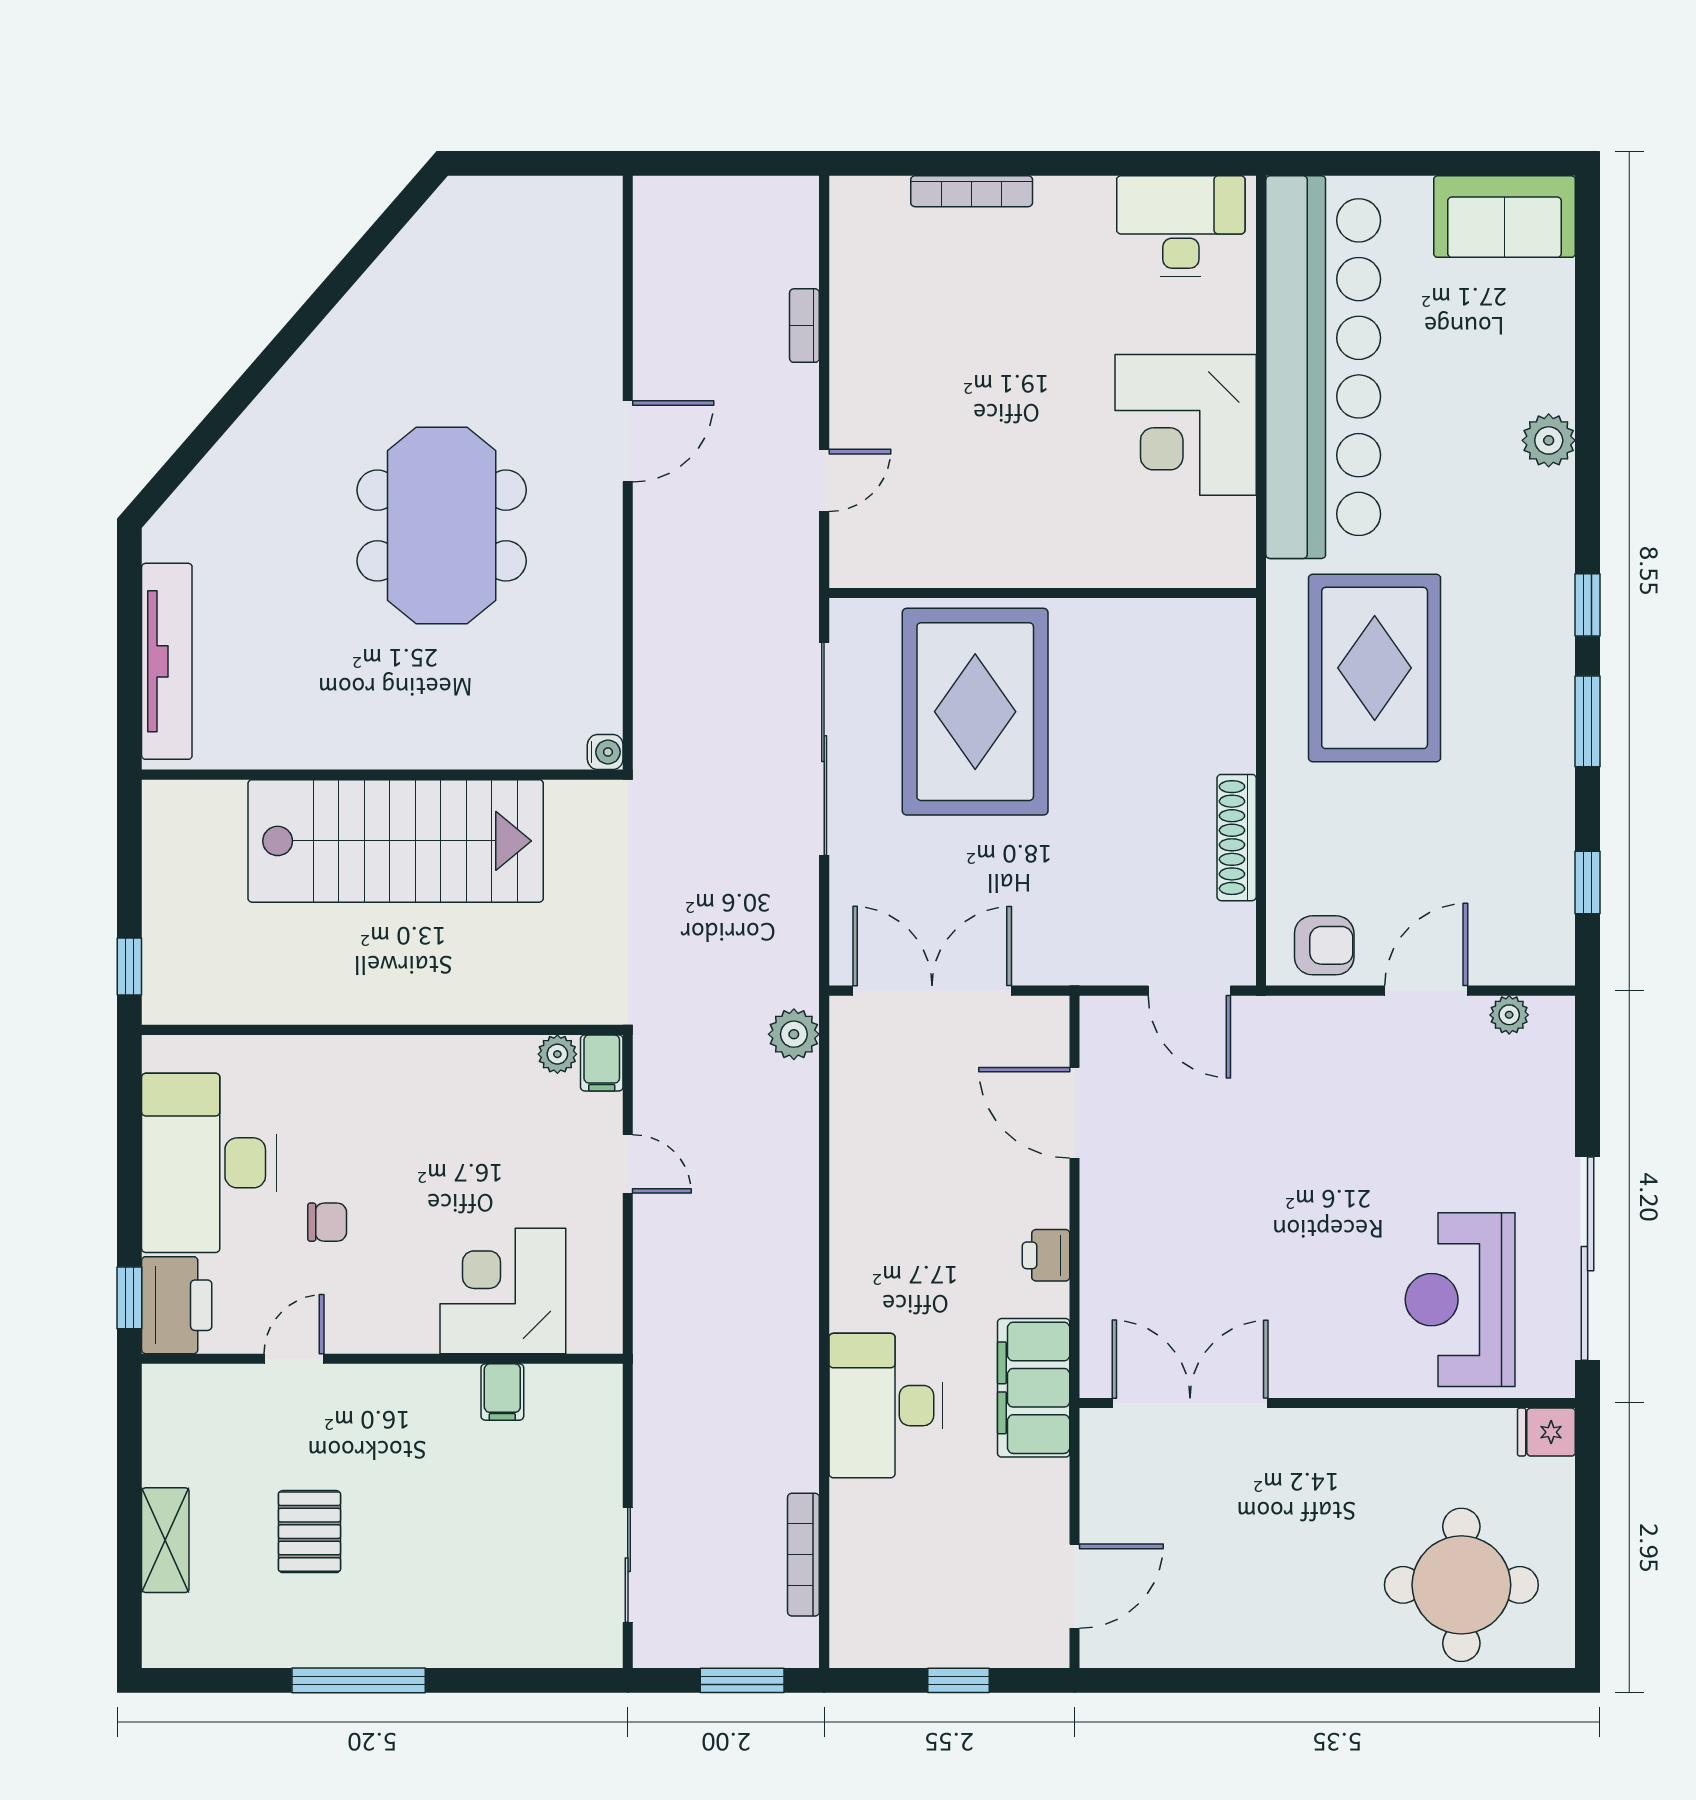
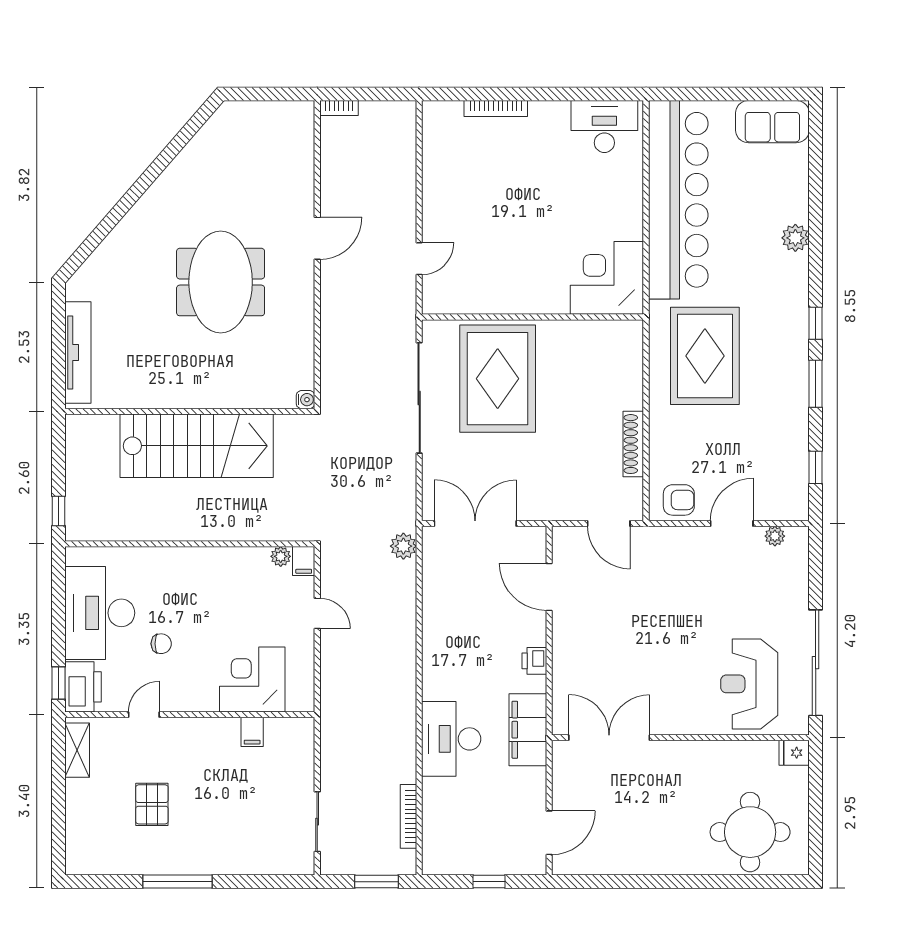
bookcase: (804, 326) -> (339, 108), moved, turned -90
corner desk: (1186, 425) -> (607, 278), moved, turned 90
shelving: (165, 1540) -> (77, 750), moved

